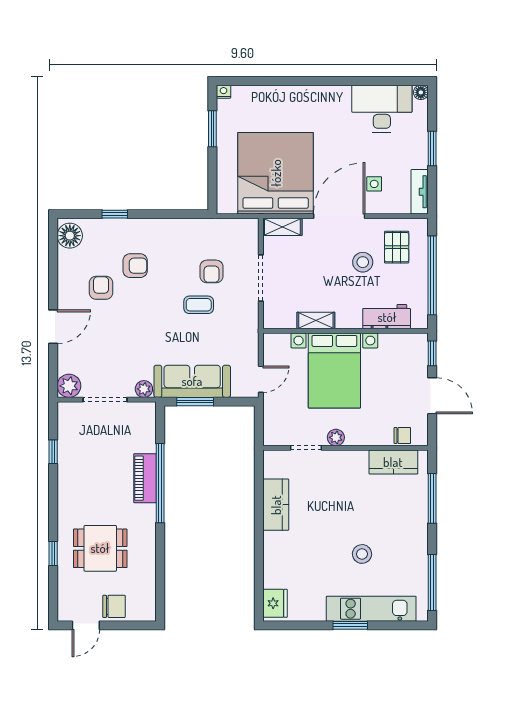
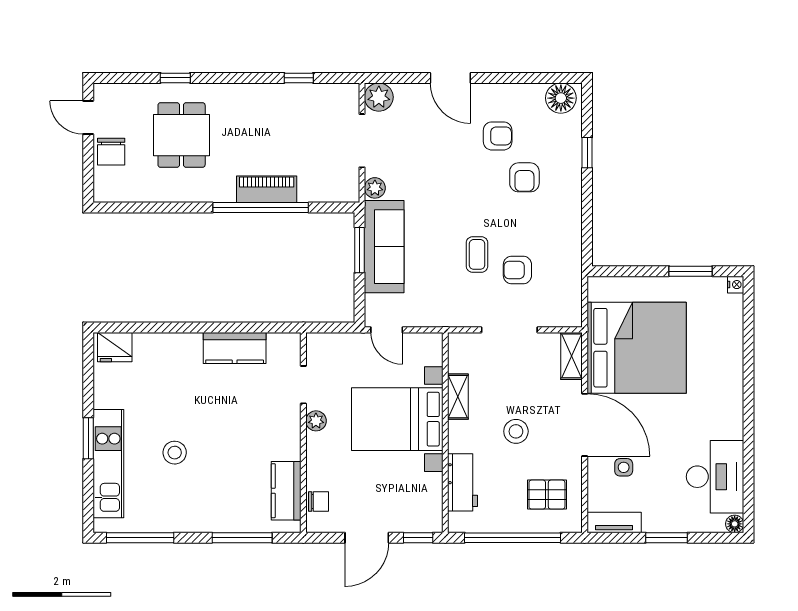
stool: (363, 262) -> (516, 431), moved
chair: (402, 435) -> (318, 501), turned -90

